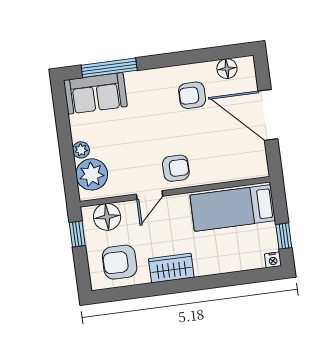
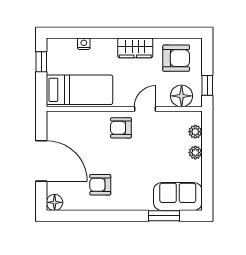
window: (109, 68) -> (164, 216), width x0.69
floor lamp: (227, 69) -> (55, 202), moved
armchair: (192, 95) -> (100, 185), turned 180
plant: (92, 174) -> (195, 132), width x0.53, depth x0.53
nightstand: (273, 260) -> (84, 44), moved

